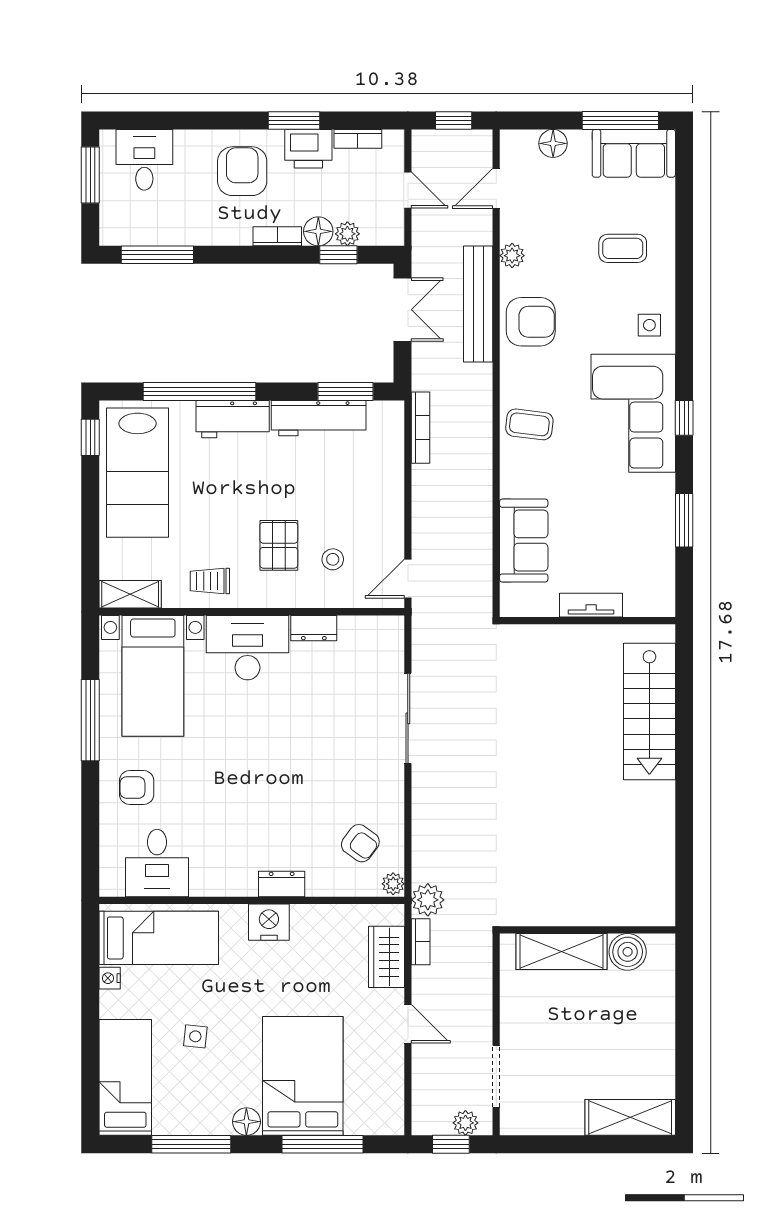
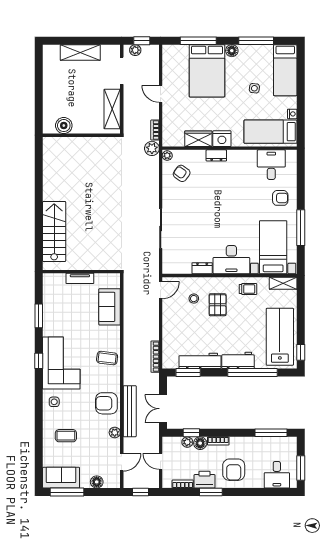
shelving: (561, 952) -> (112, 109), moved, turned 90
wardrobe: (386, 957) -> (198, 139), moved, turned -90
shelving: (630, 1117) -> (80, 53), moved

